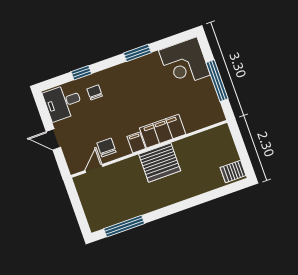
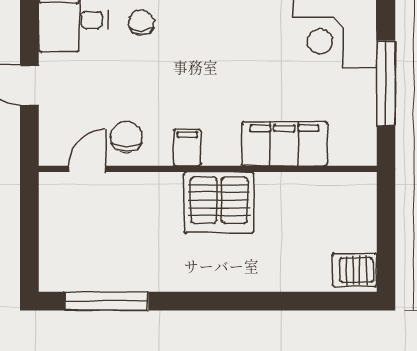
filing cabinet: (163, 131) -> (284, 144), moved

